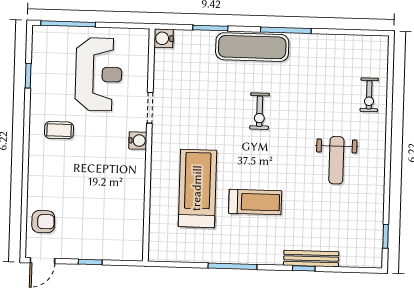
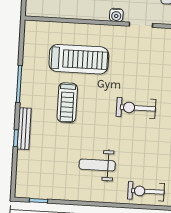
exercise bike: (369, 95) -> (146, 191), width x1.38, depth x1.39
exercise bike: (260, 111) -> (136, 108), width x1.38, depth x1.39
bench: (311, 259) -> (24, 129), moved

